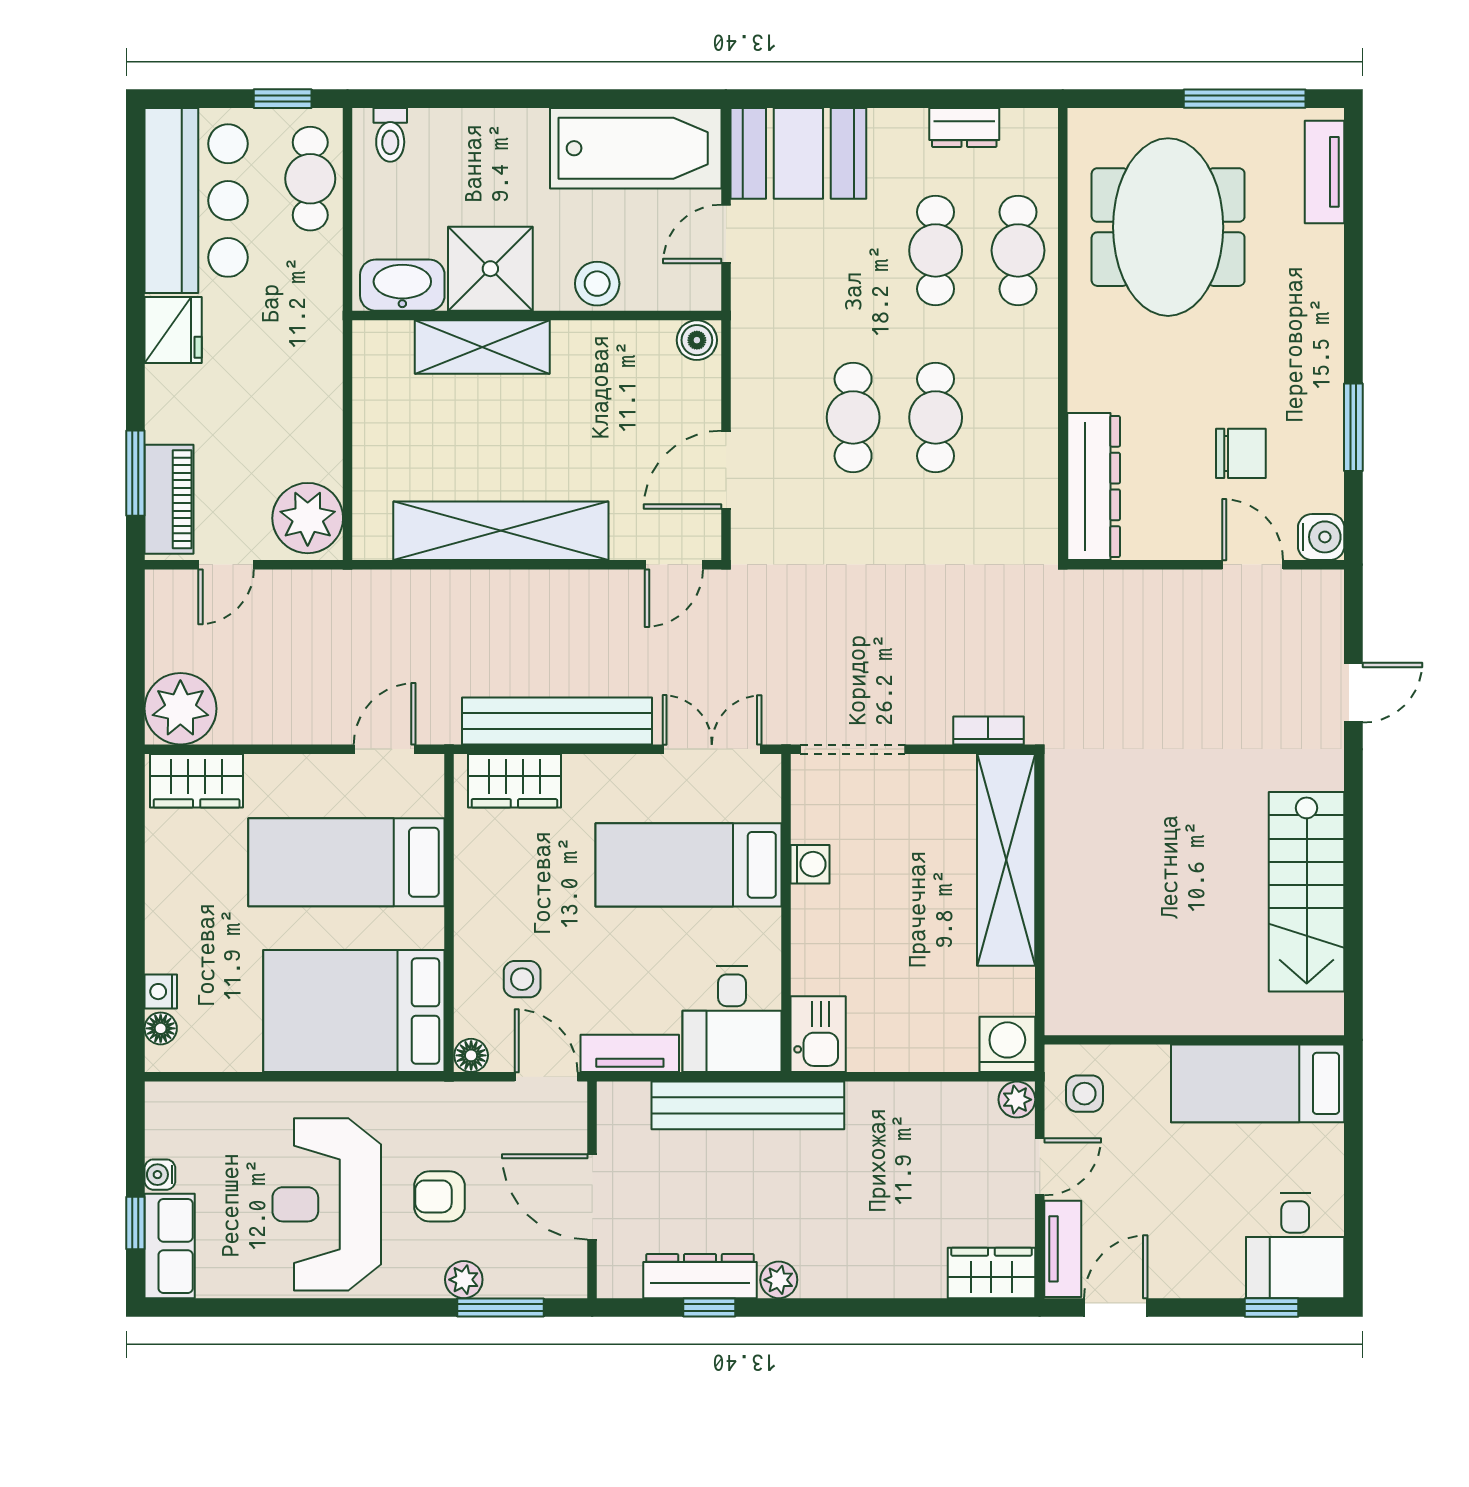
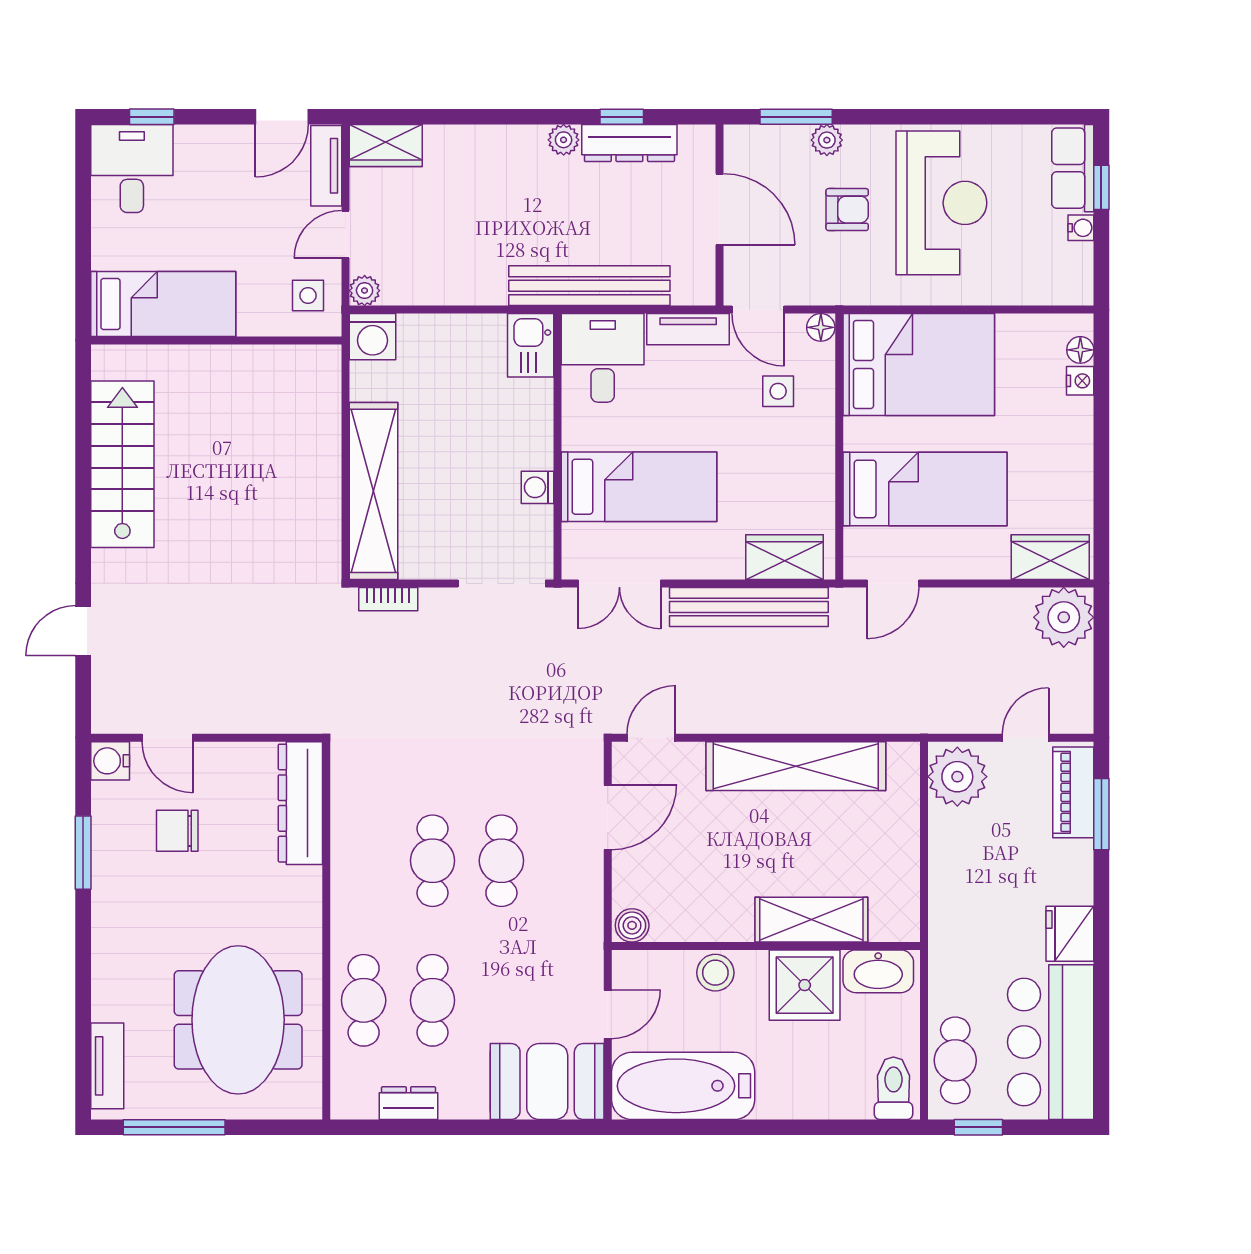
toilet: (390, 135) -> (893, 1088), width x1.37, depth x1.39

